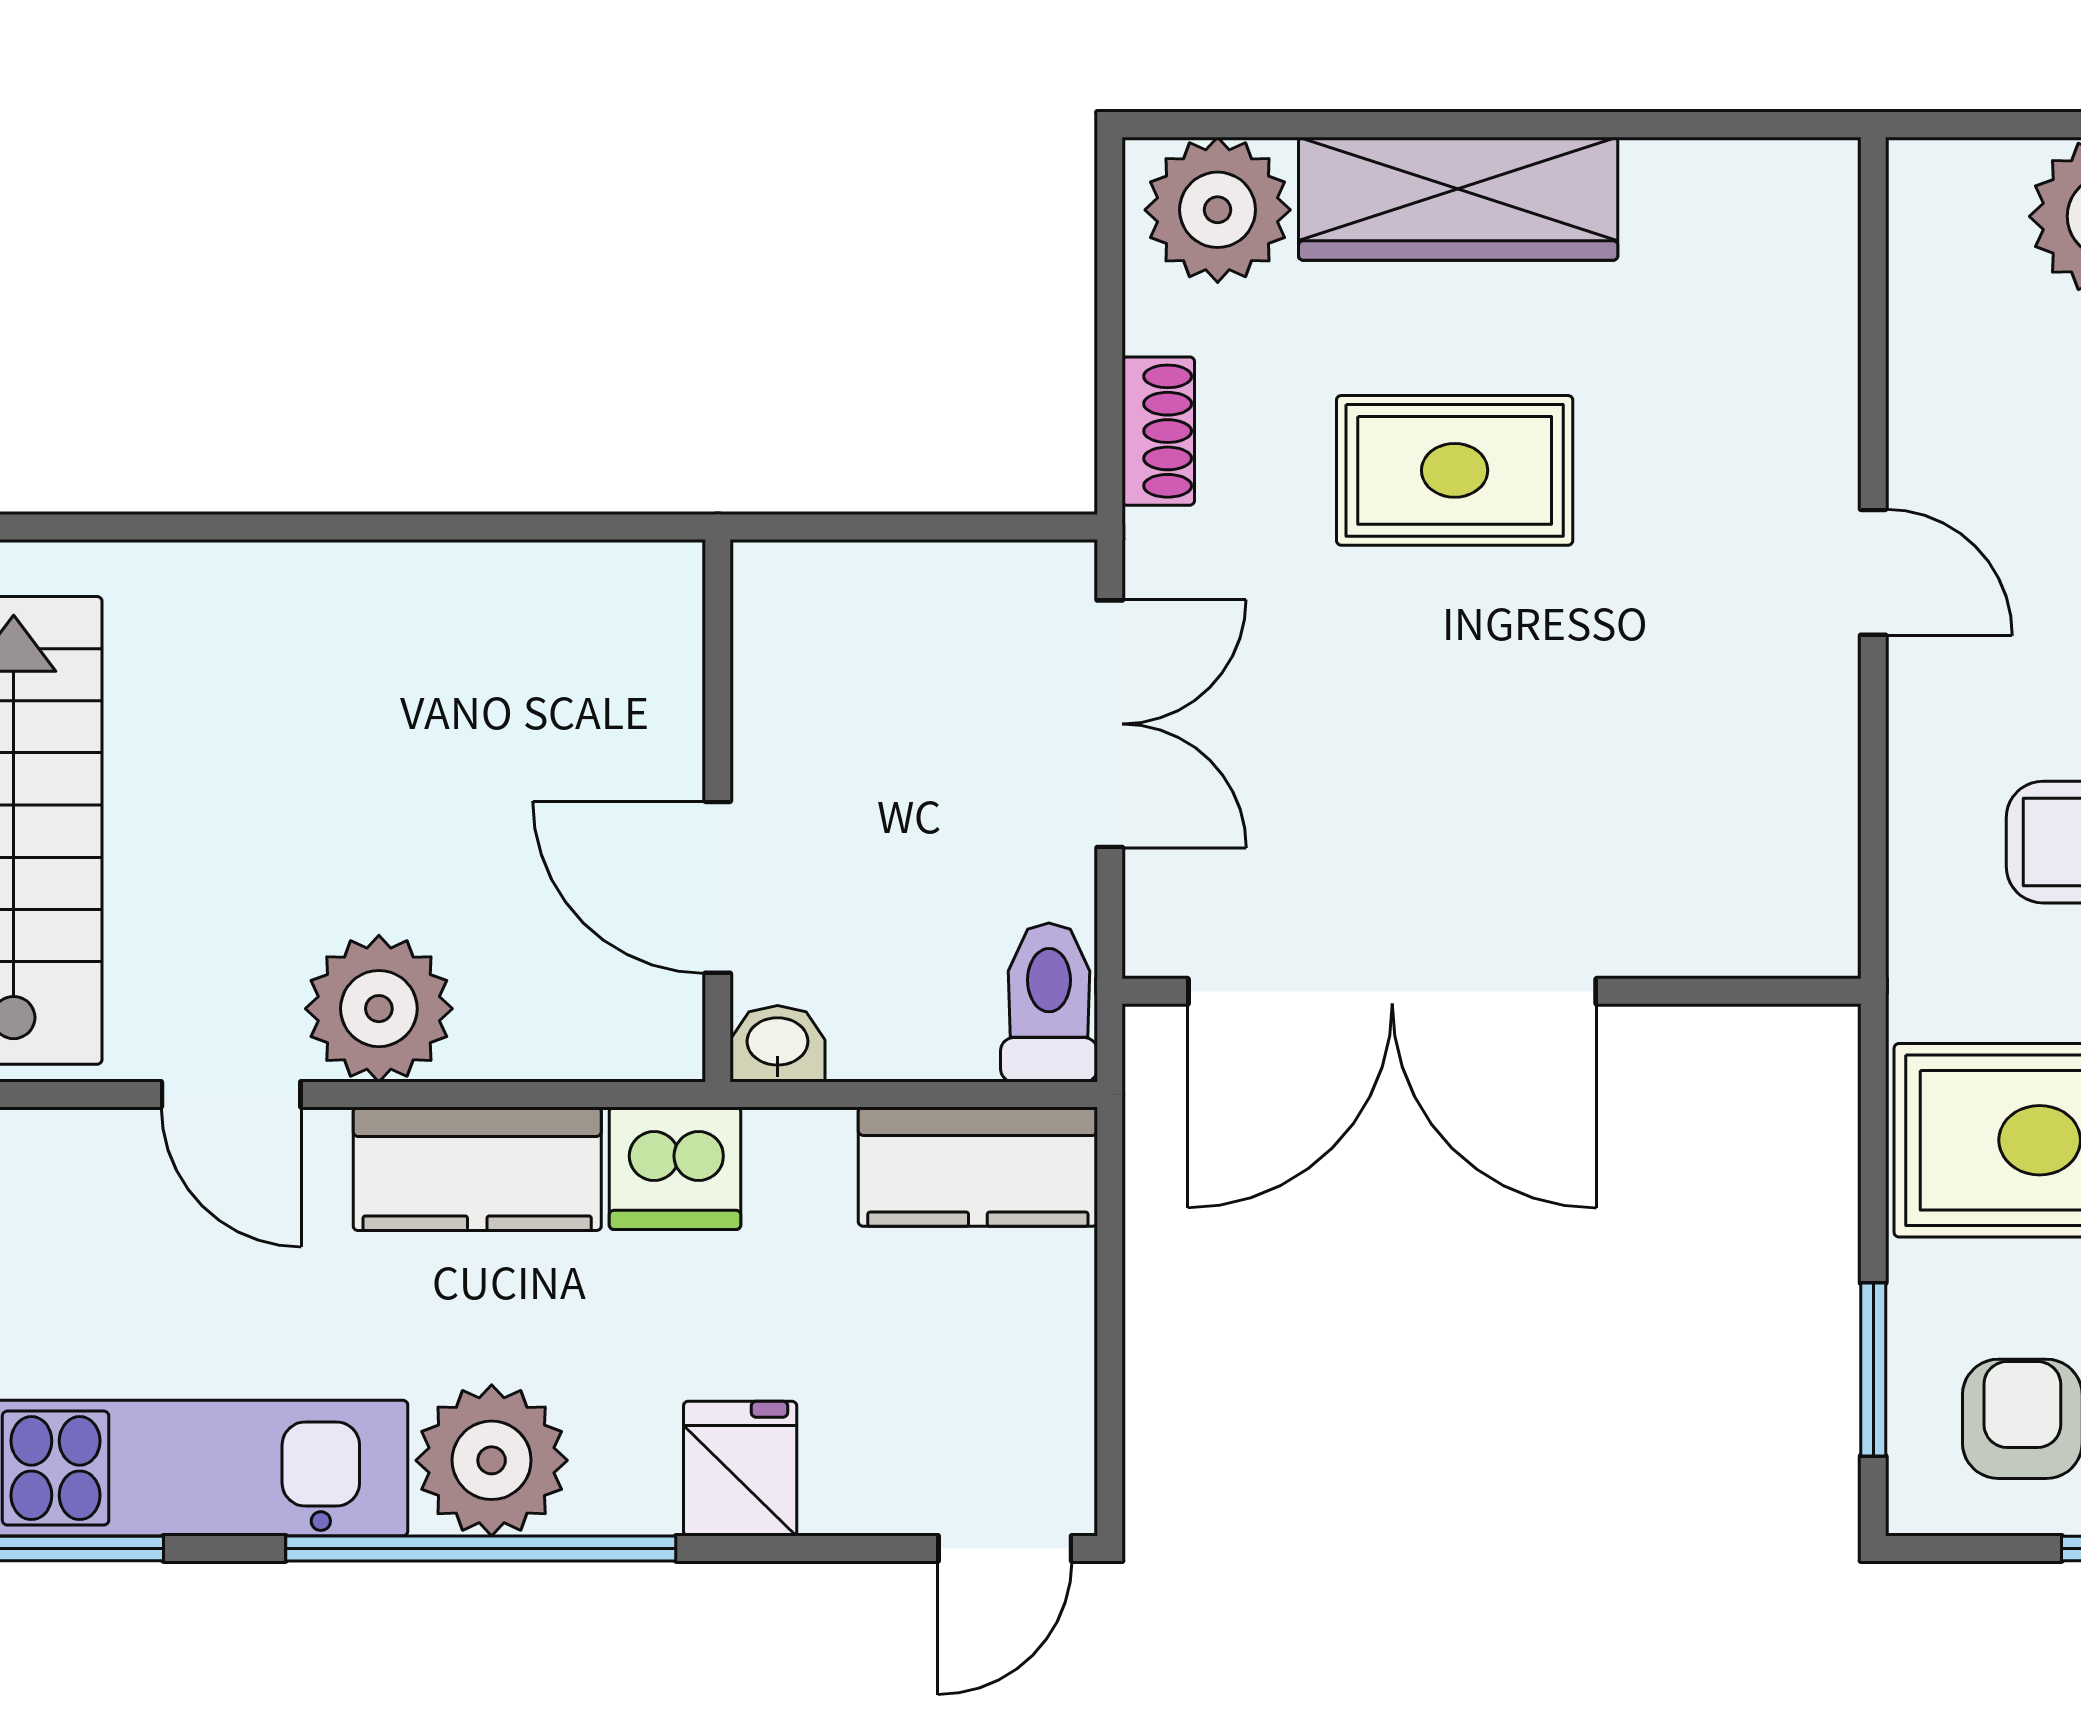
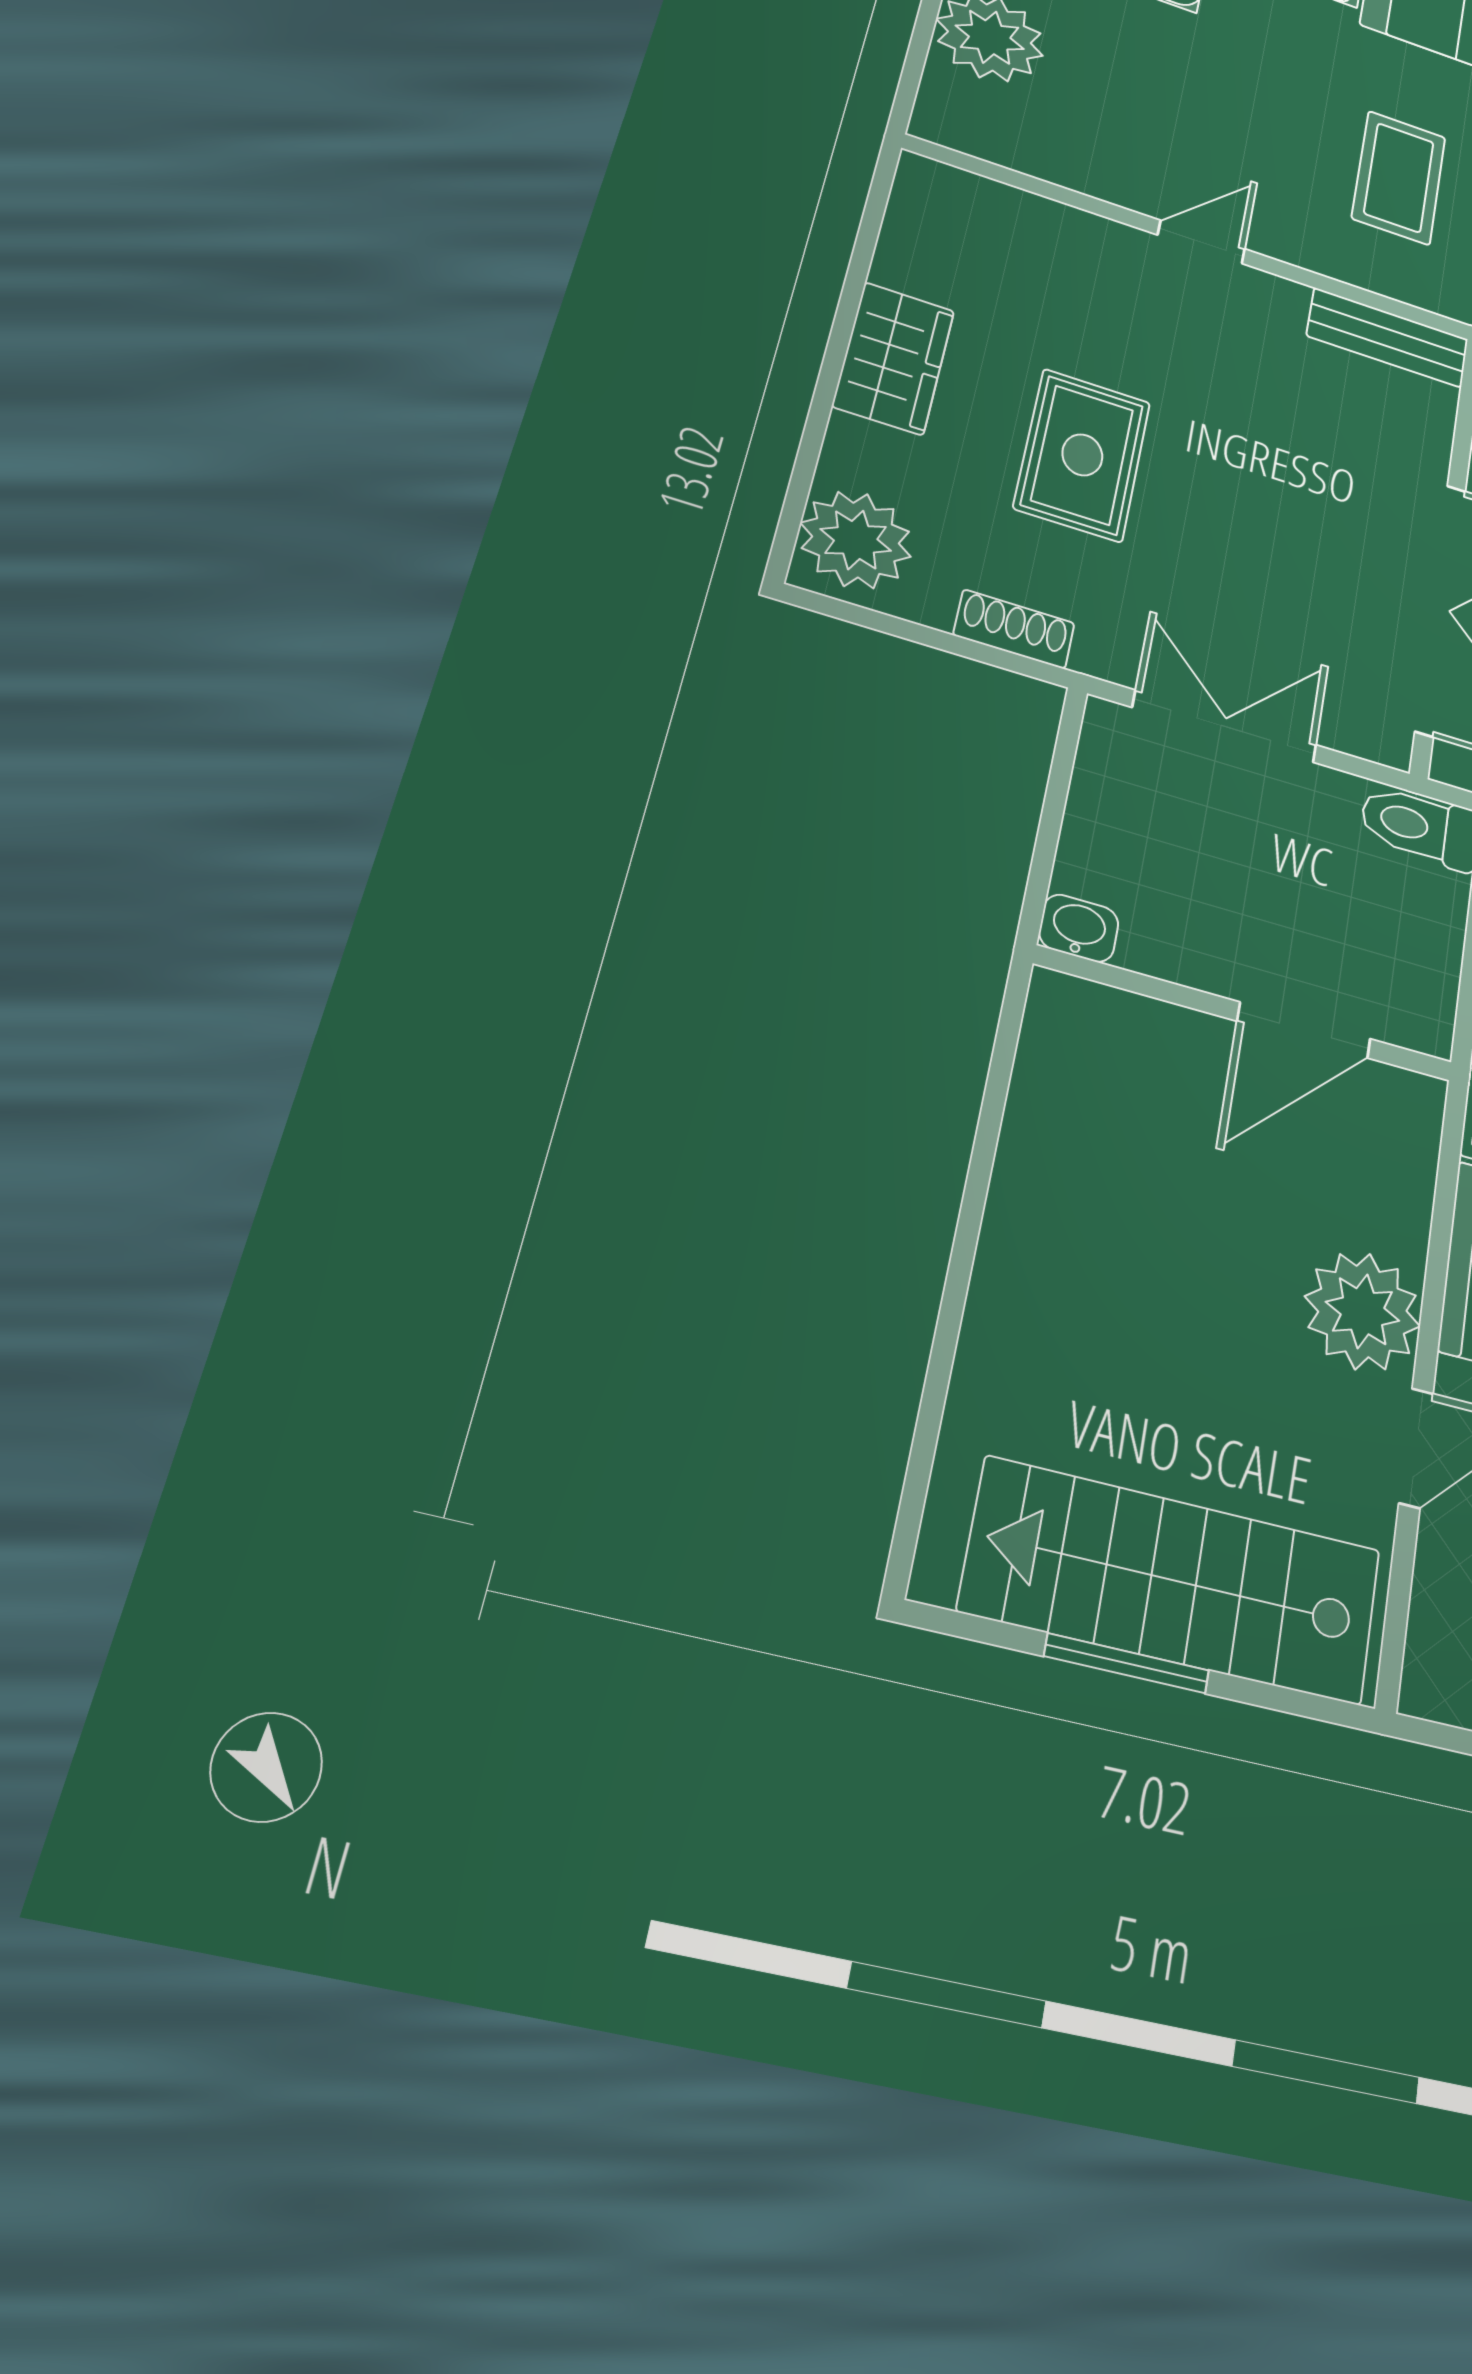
wardrobe: (1458, 199) -> (894, 358), width x0.67
bench: (1816, 861) -> (1388, 338), added
washbasin: (778, 1044) -> (1079, 928), moved, turned 90

